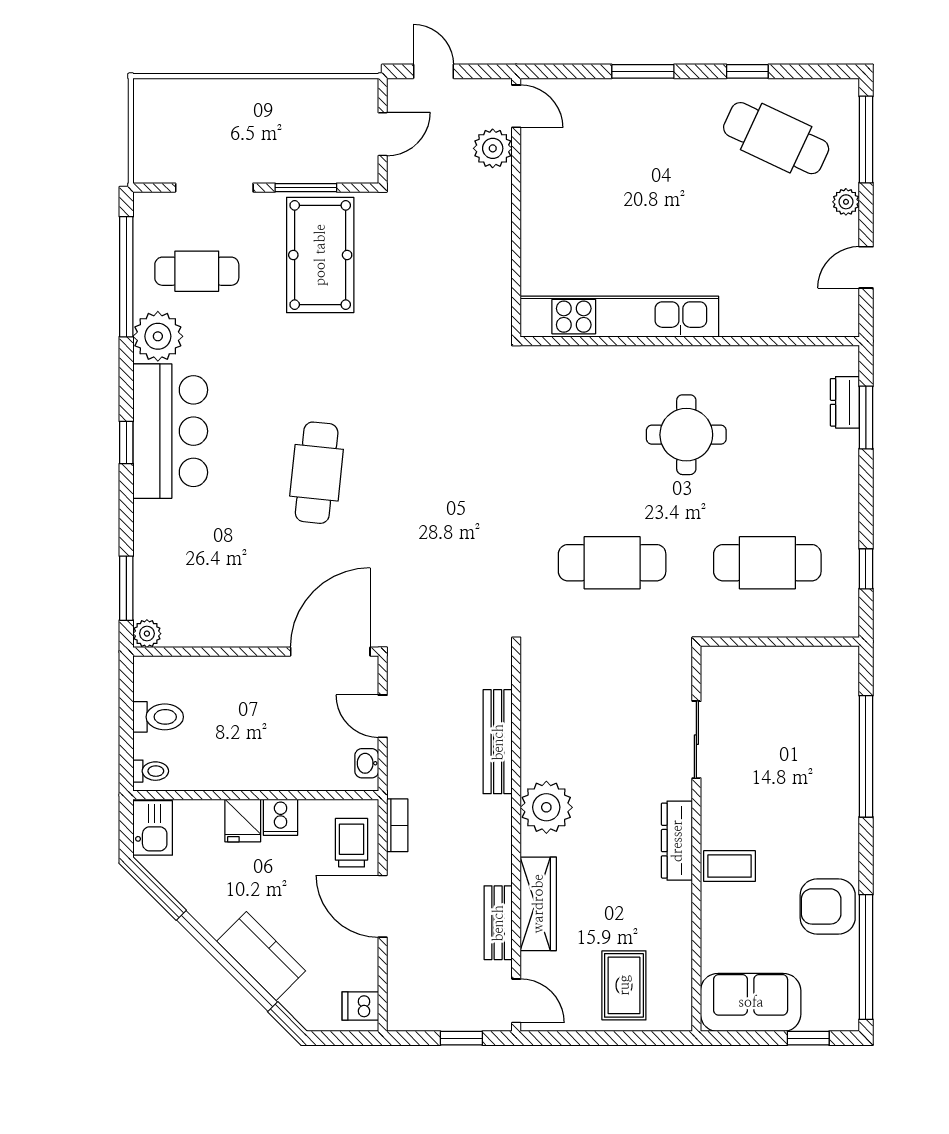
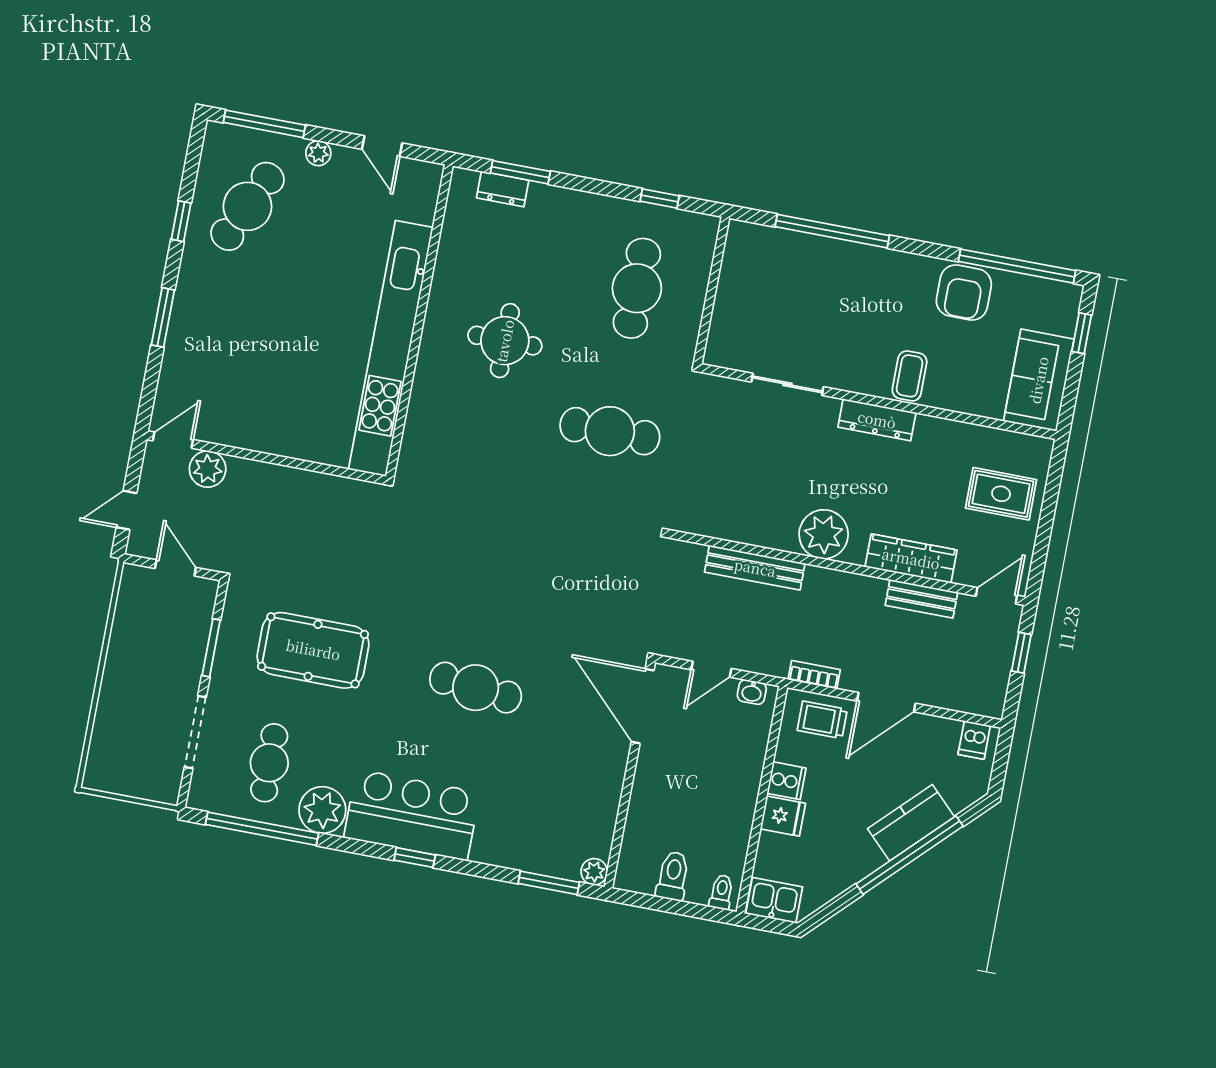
pool table: (320, 255) -> (313, 650), moved
kitchen unit: (619, 317) -> (391, 348), width x1.36
cafe table: (612, 563) -> (610, 431), turned 90

